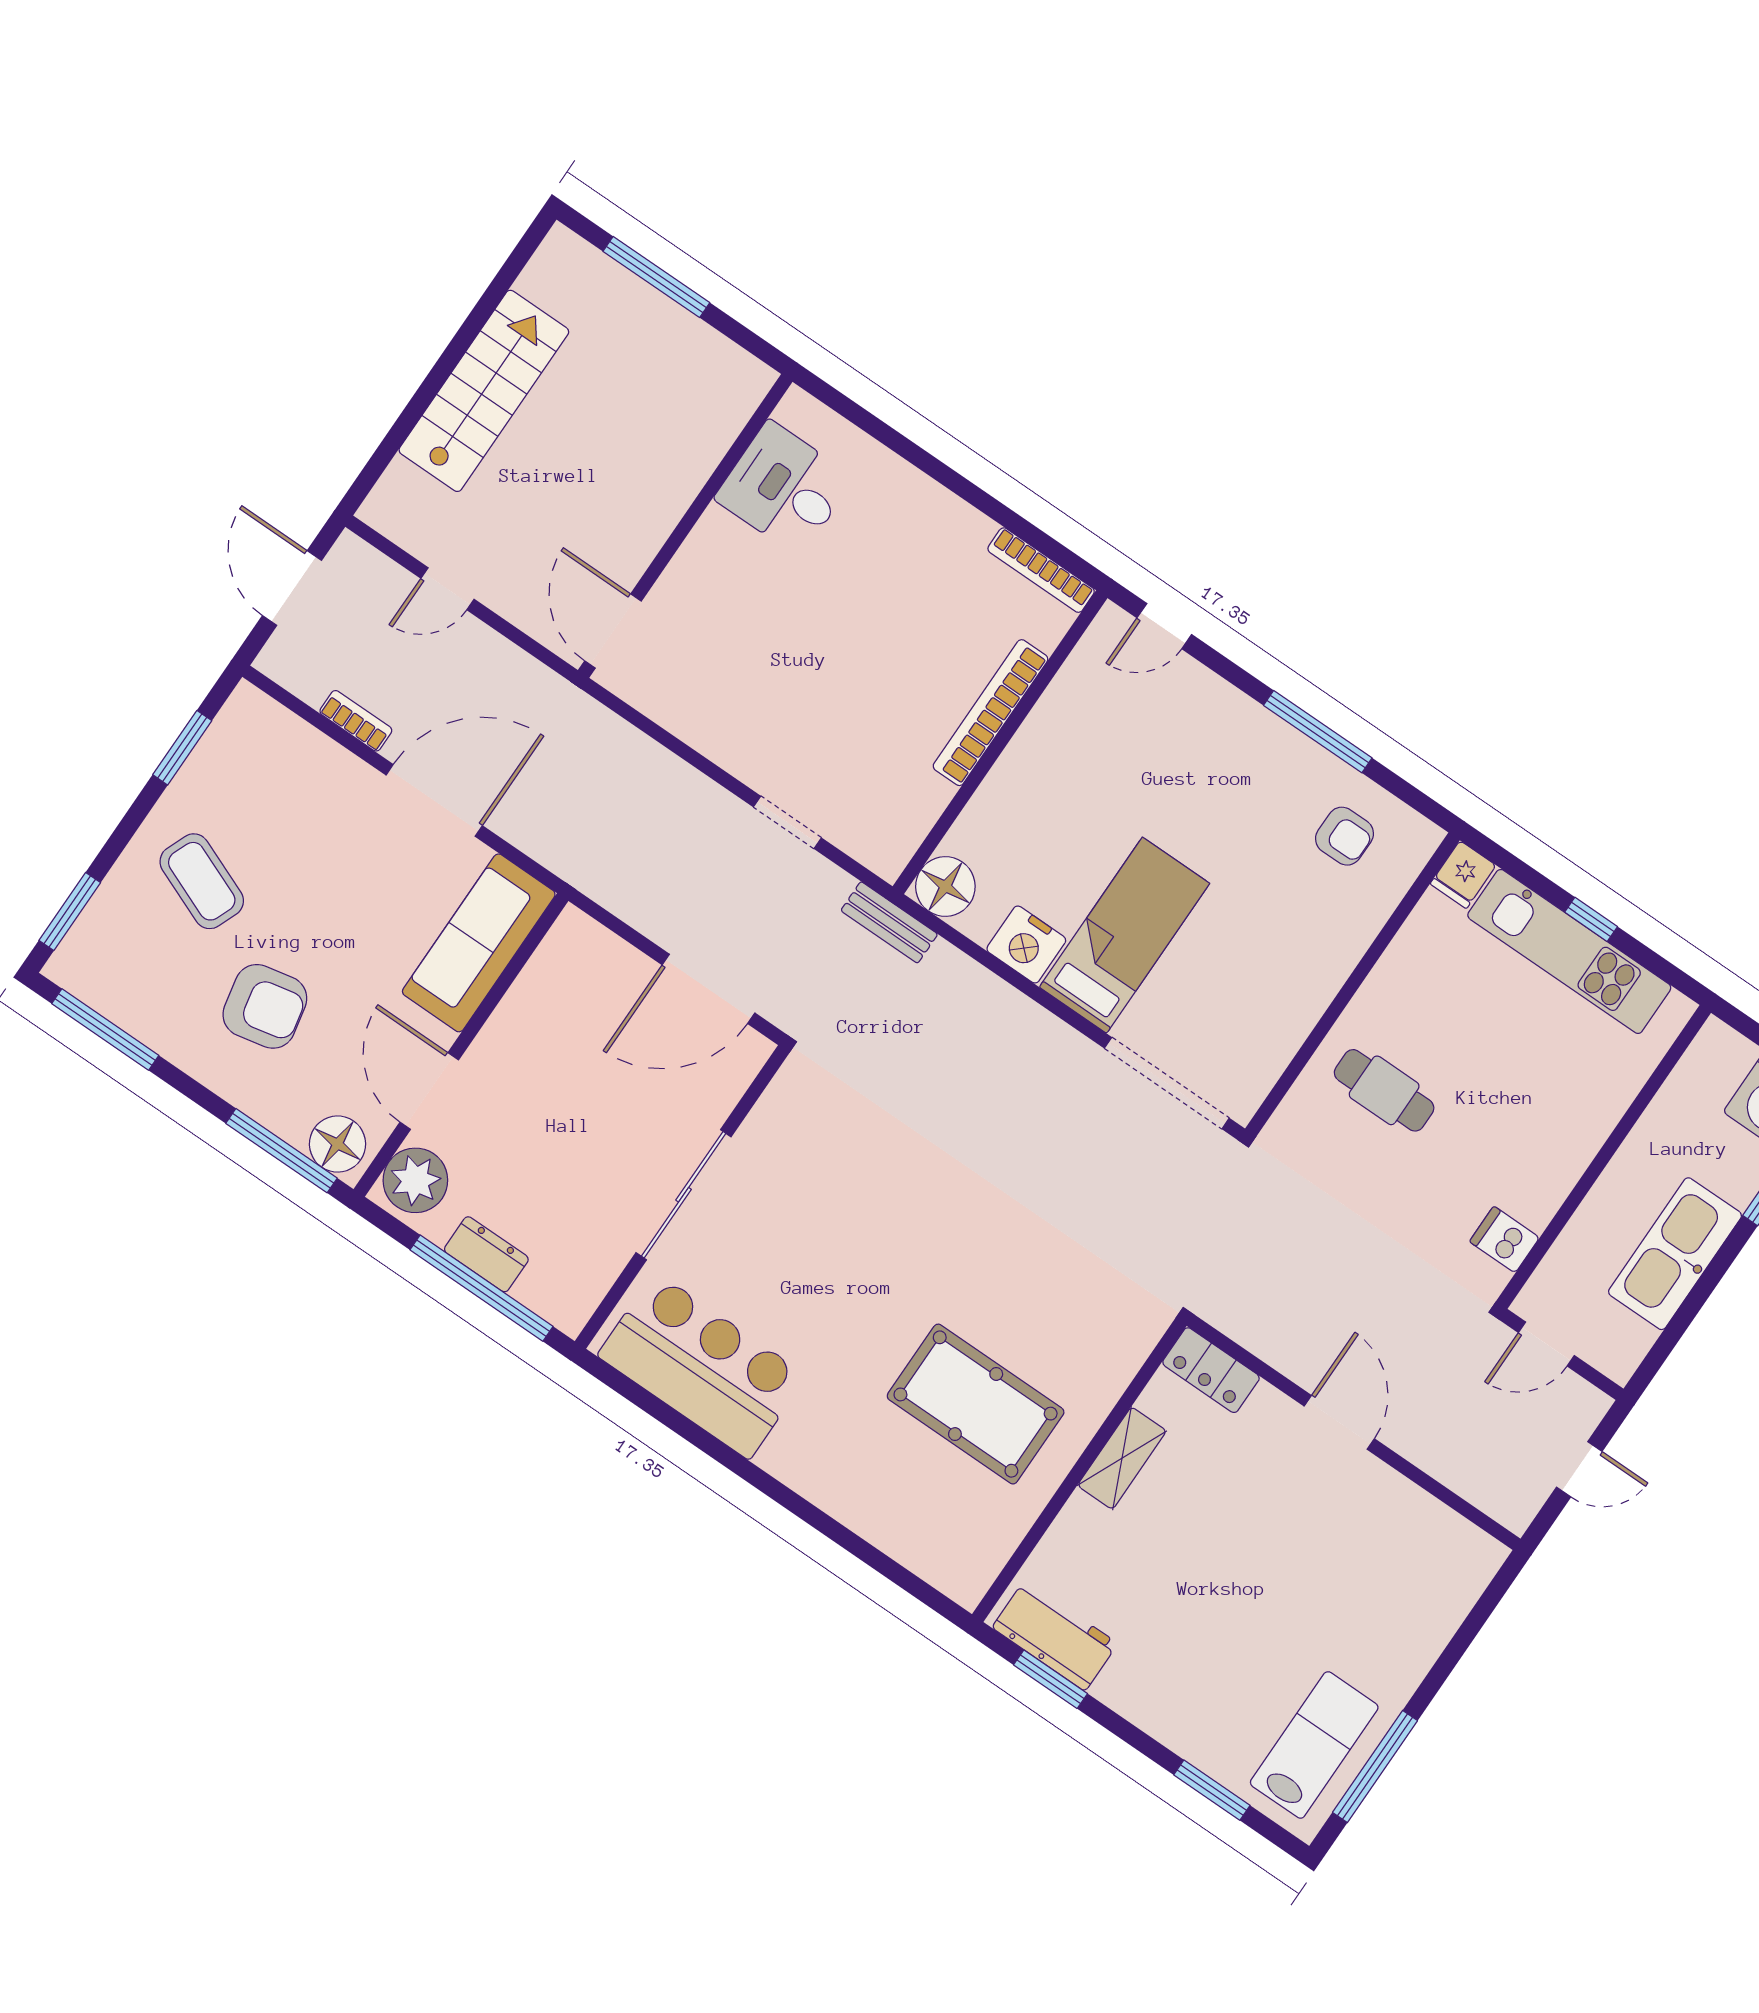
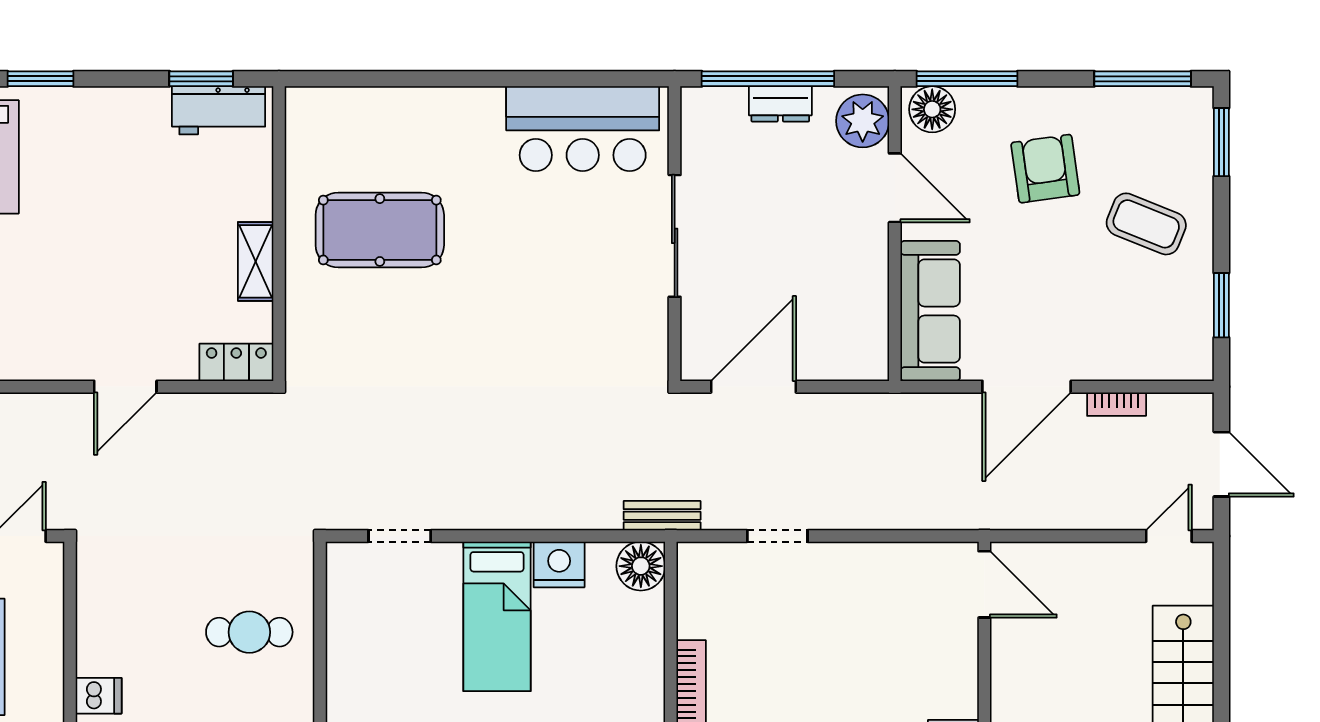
door: (447, 589) -> (1169, 536), moved
armchair: (265, 1006) -> (1045, 169), turned 94
doorway: (1167, 1083) -> (400, 536), width x0.53
dishwasher: (1504, 1240) -> (99, 696), moved
door: (1339, 1422) -> (125, 387), hinge flipped

